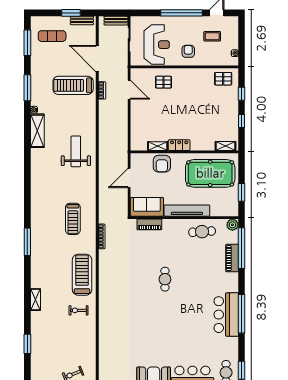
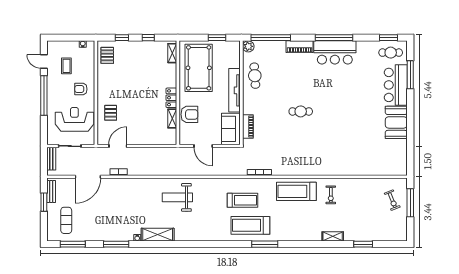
treadmill: (73, 85) -> (250, 225), moved, turned 90
piano: (232, 258) -> (300, 47), moved
shelving: (36, 300) -> (333, 236), moved

